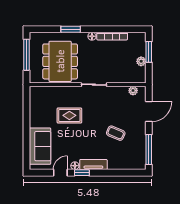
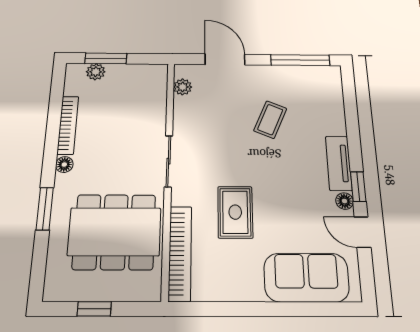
window: (26, 55) -> (94, 309), width x0.46
plant: (141, 61) -> (96, 72), moved
bookcase: (51, 91) -> (180, 253), added

